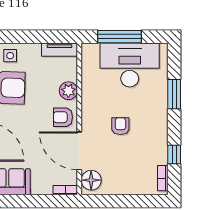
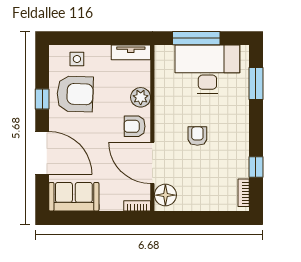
window: (174, 94) -> (256, 84), moved

